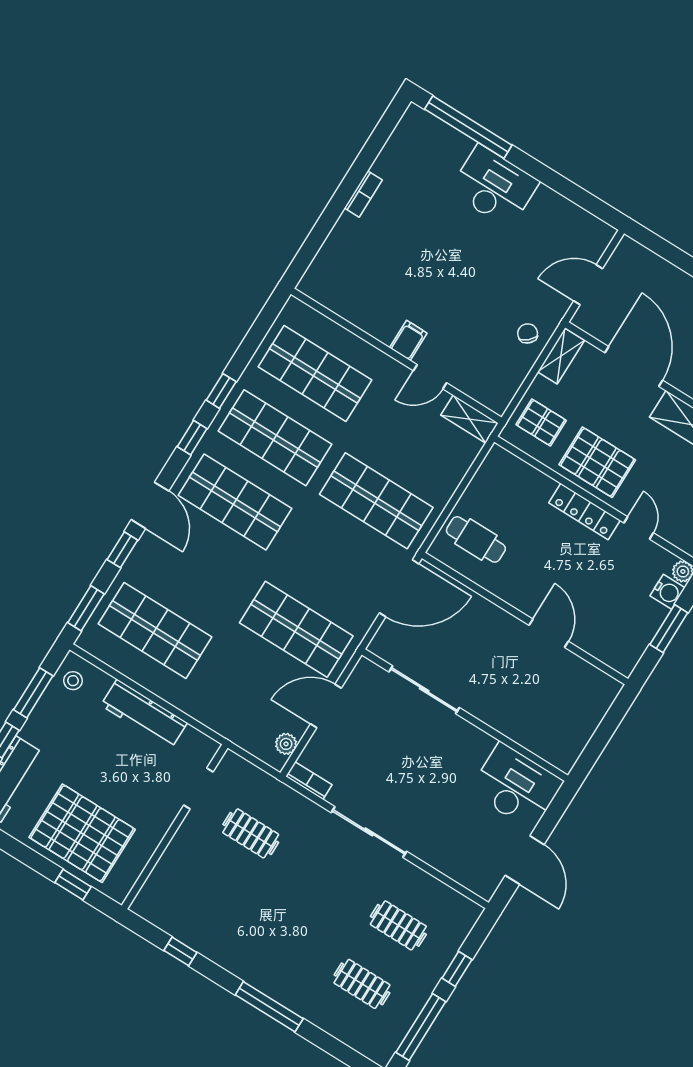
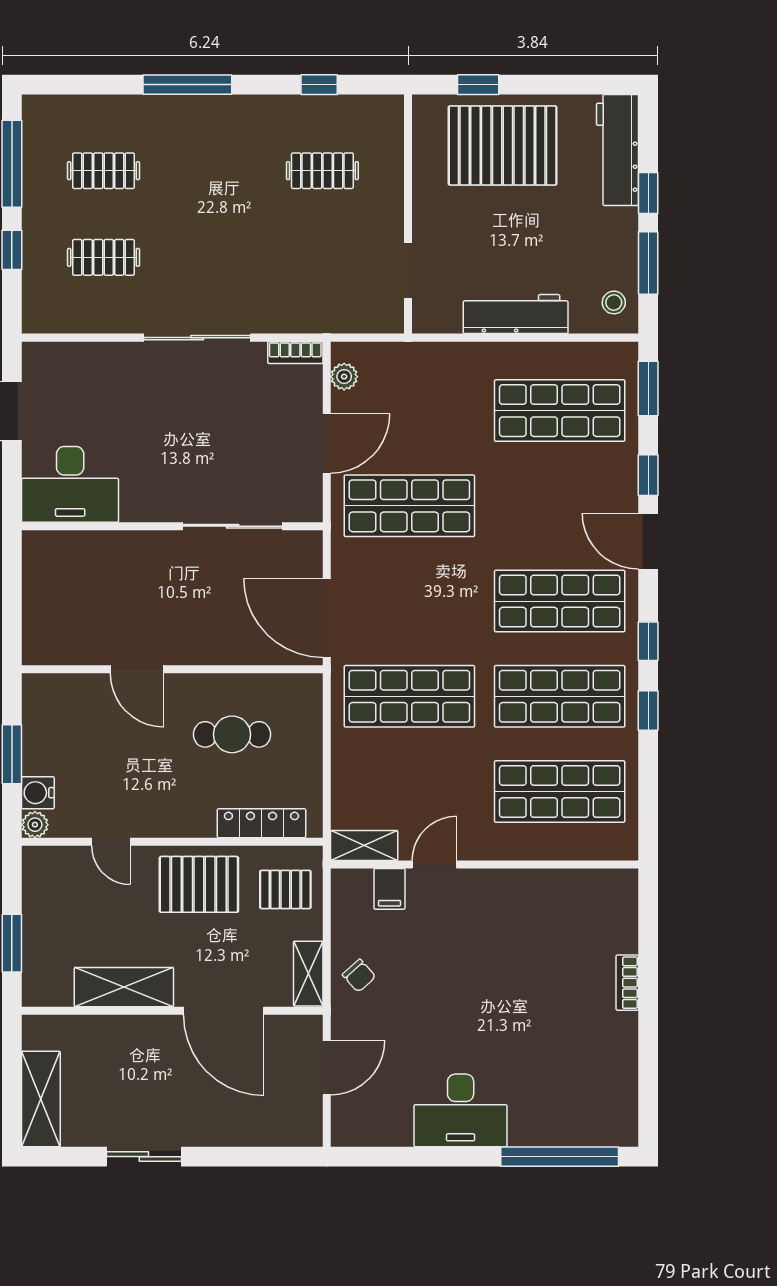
desk: (494, 186) -> (461, 1110), moved
bookcase: (363, 194) -> (627, 983), moved
filing cabinet: (408, 340) -> (389, 889), moved
locker: (584, 511) -> (262, 823), moved
cafe table: (476, 539) -> (232, 734), moved
door: (399, 588) -> (327, 618), hinge flipped
clothes rail: (251, 833) -> (322, 171), moved

